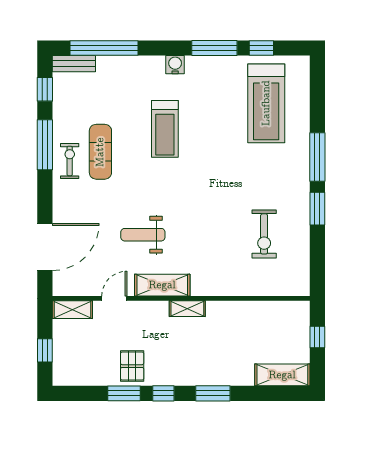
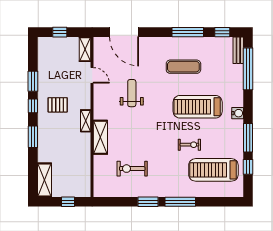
treadmill: (165, 129) -> (198, 107), width x1.37, depth x1.38
exercise bike: (70, 161) -> (189, 145), moved
shelving: (162, 285) -> (100, 137), moved
pallet: (132, 366) -> (58, 105), moved

